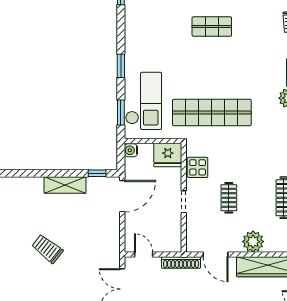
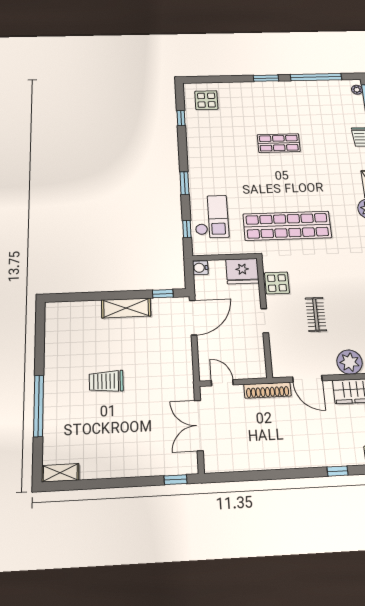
checkout: (144, 101) -> (211, 217), width x0.73, depth x0.83
window: (121, 112) -> (187, 229), width x0.67
trolley: (47, 249) -> (106, 381), turned -38

